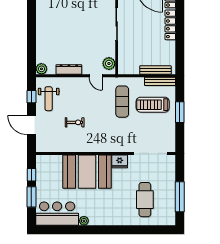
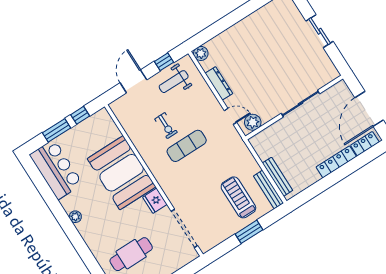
door: (96, 76) -> (230, 116), swing flipped
exercise mat: (122, 102) -> (187, 146), moved
plant: (84, 221) -> (75, 217), moved

